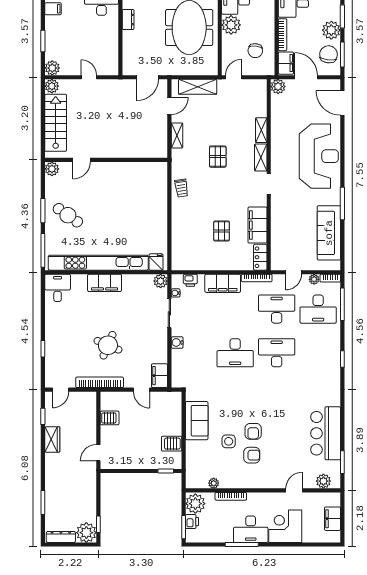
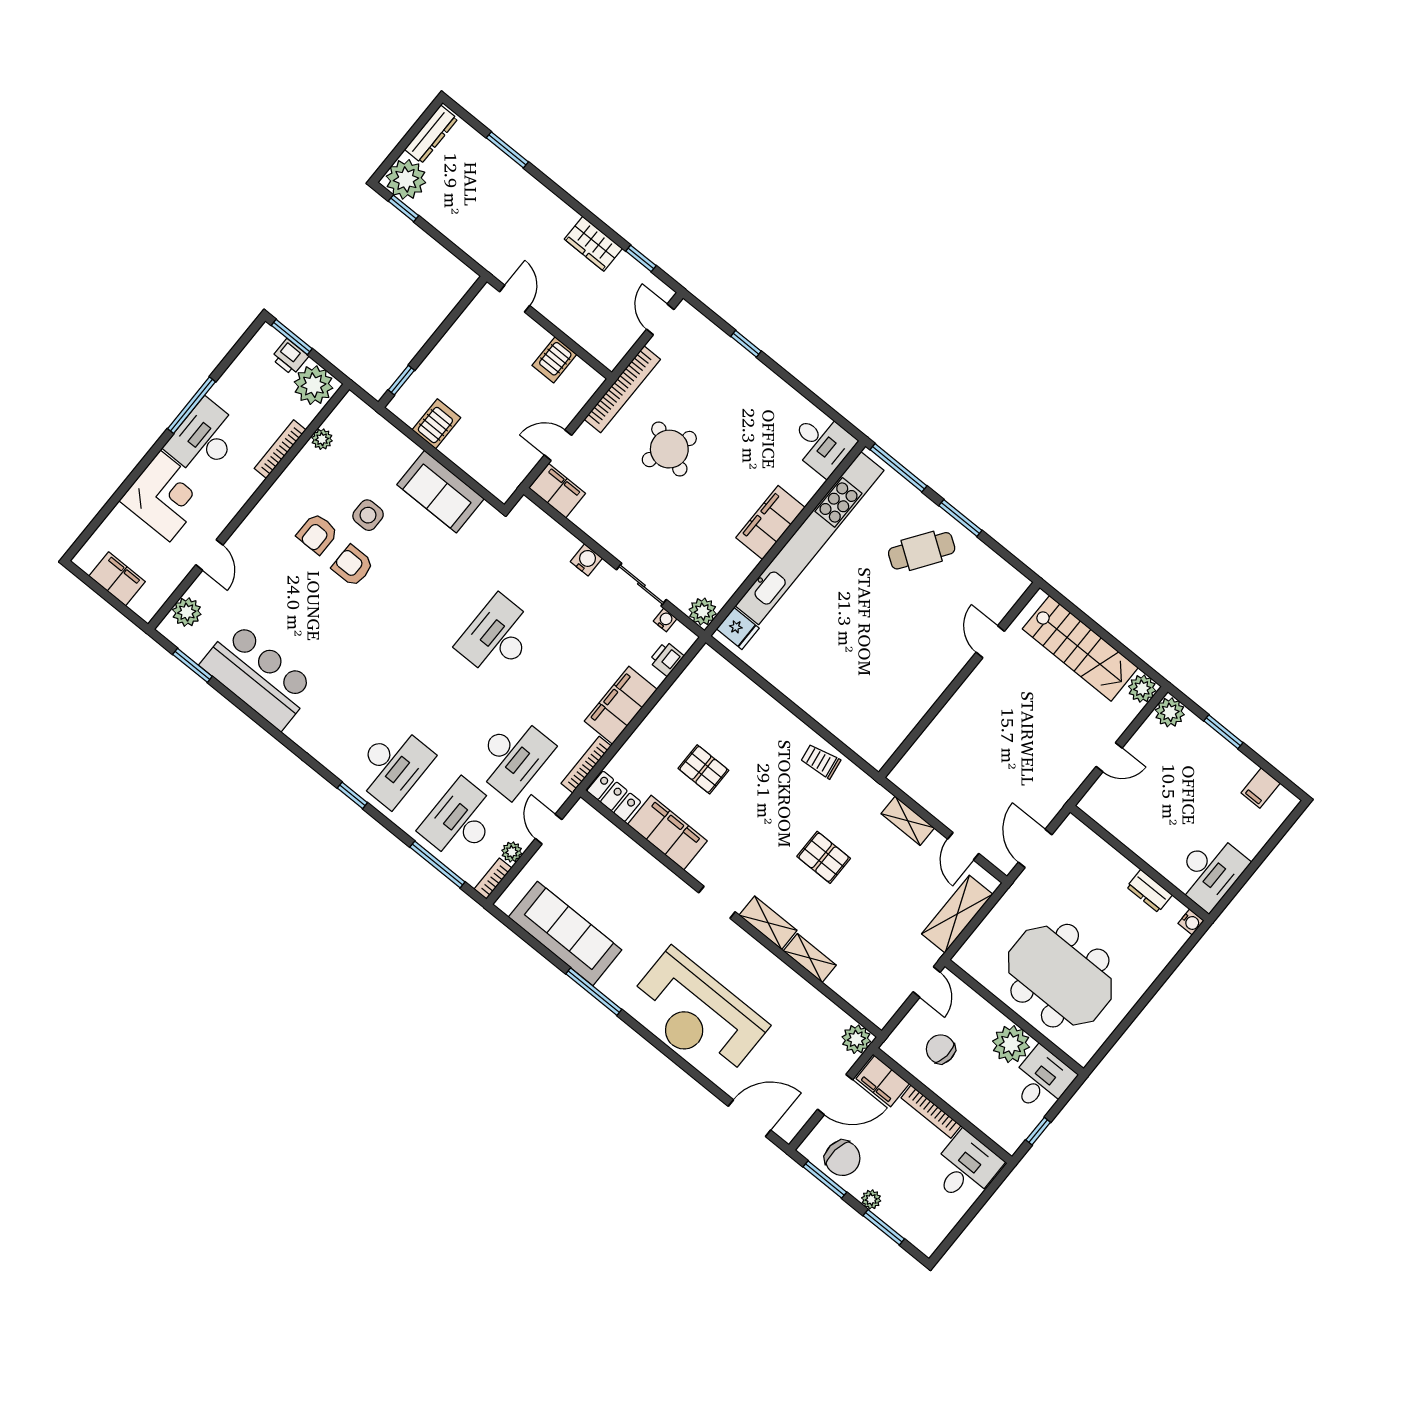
plant: (331, 30) -> (871, 1199), width x0.53, depth x0.53
plant: (52, 169) -> (1014, 584), removed
desk: (277, 353) -> (393, 766), moved

